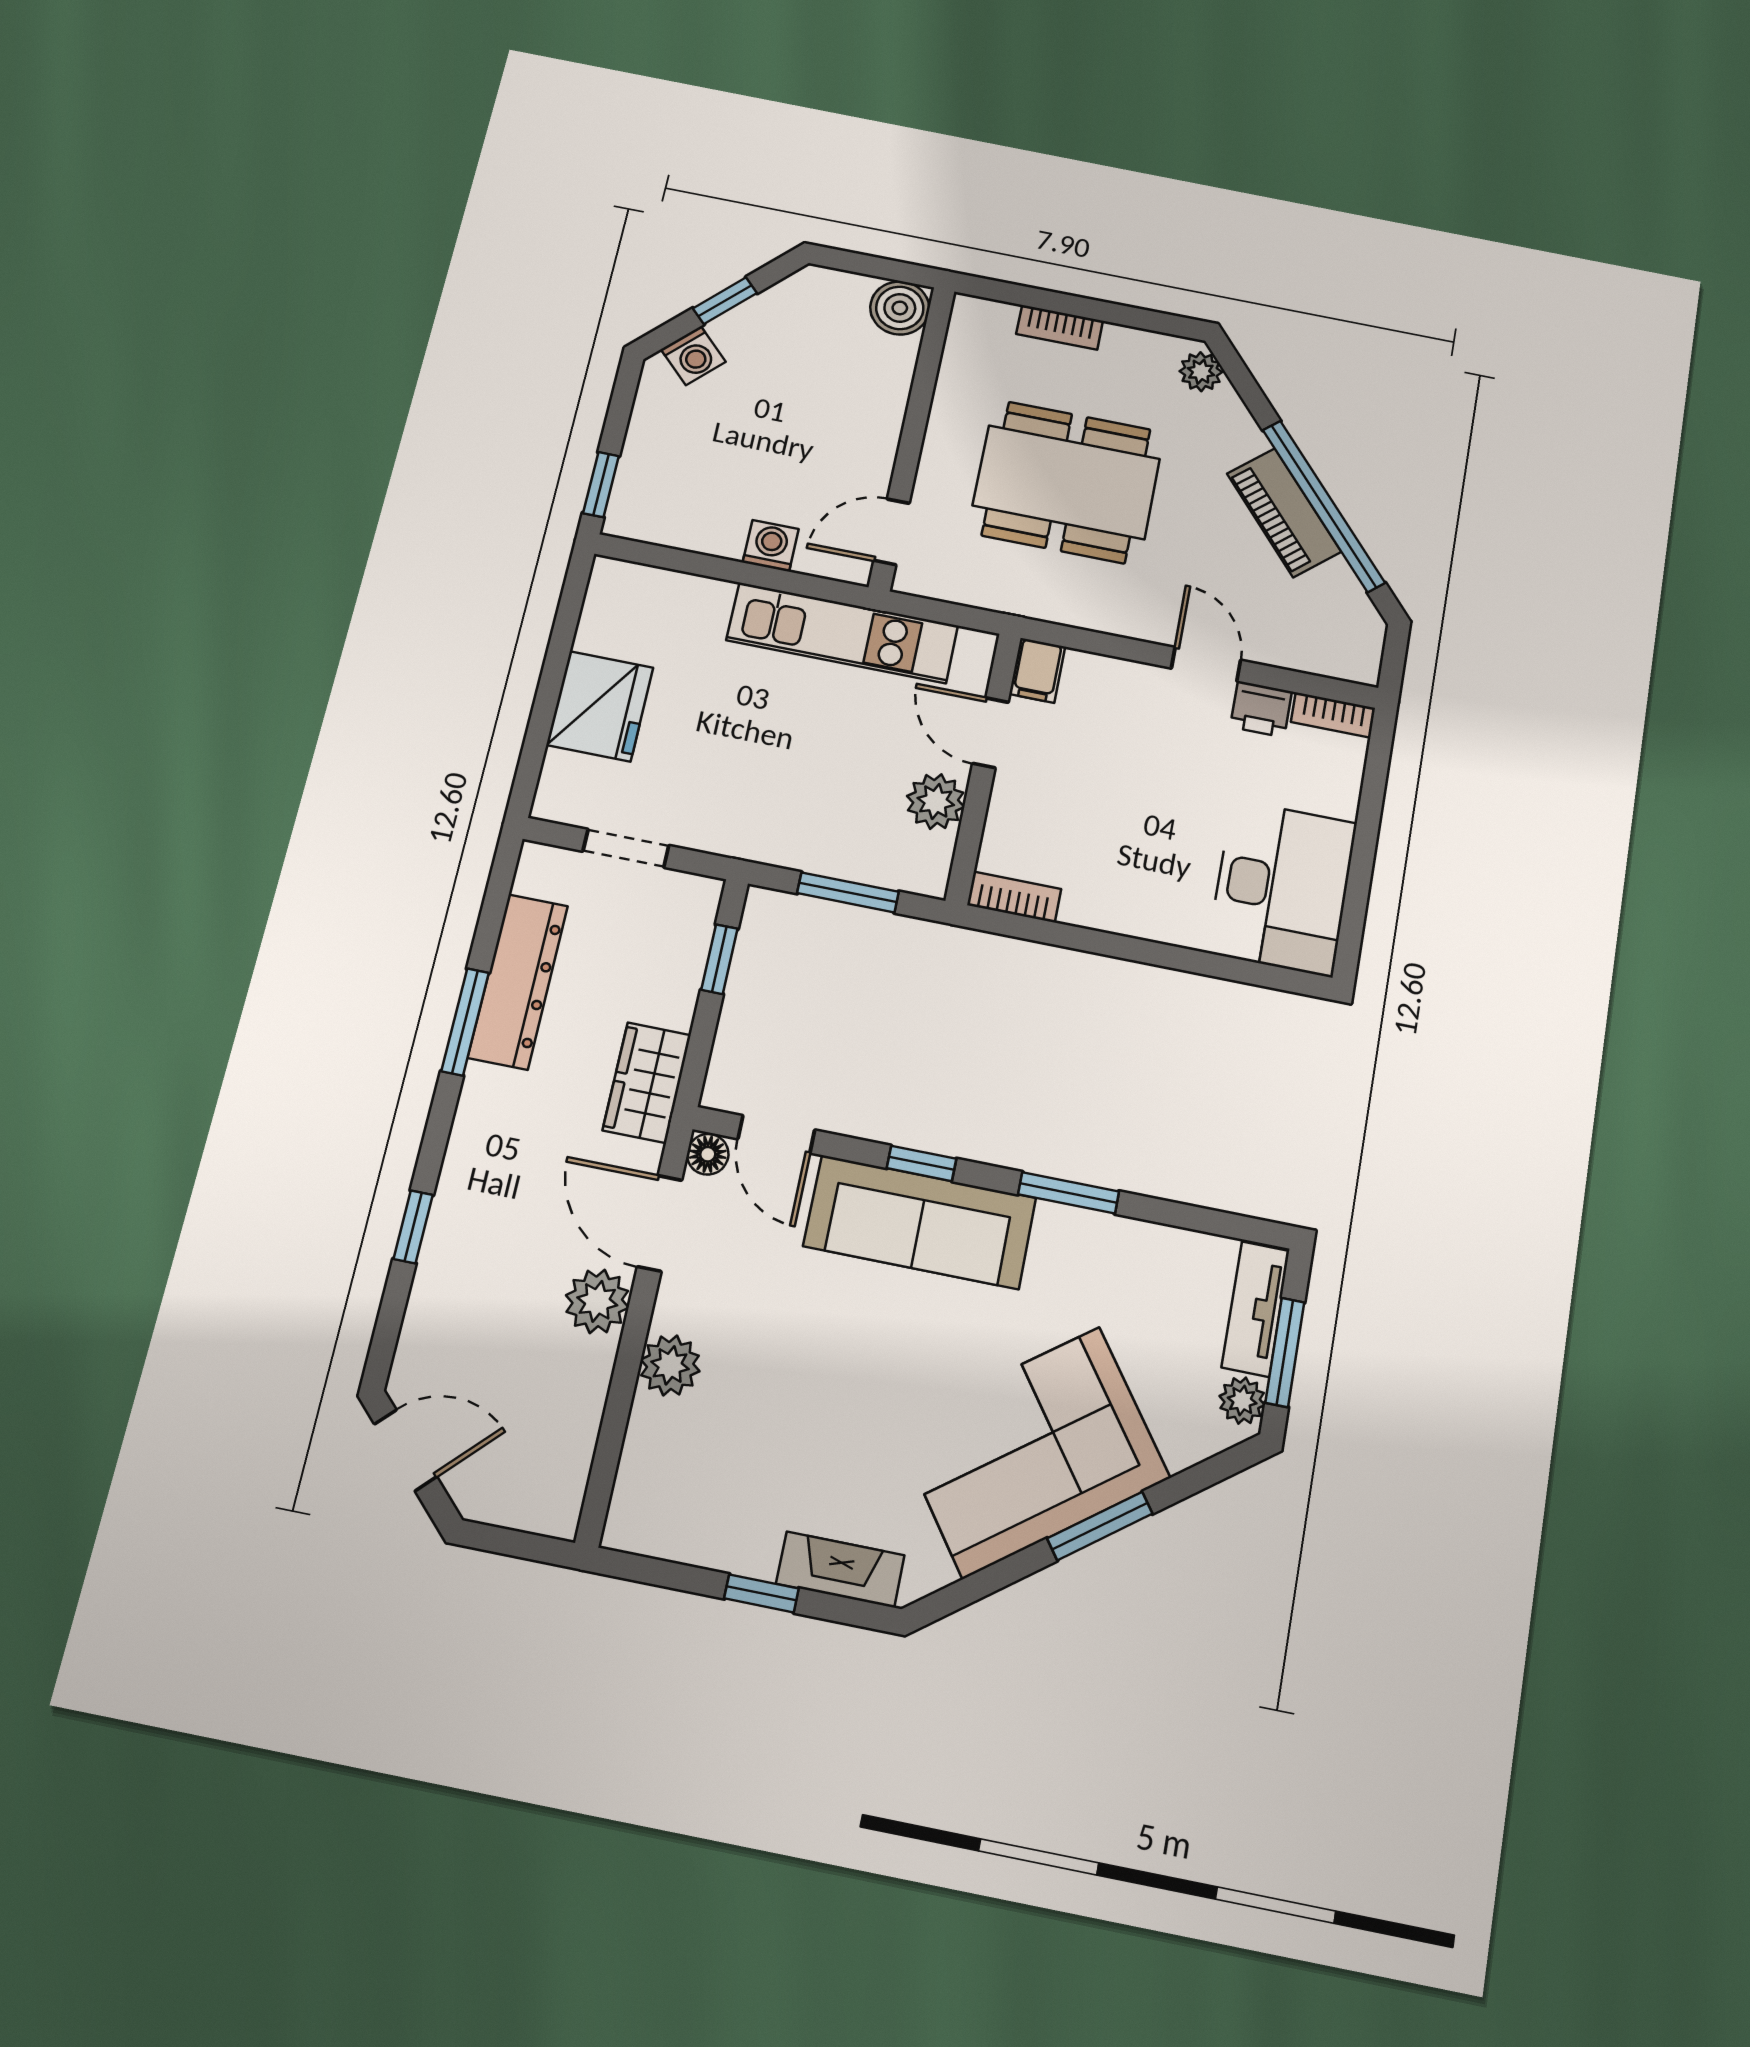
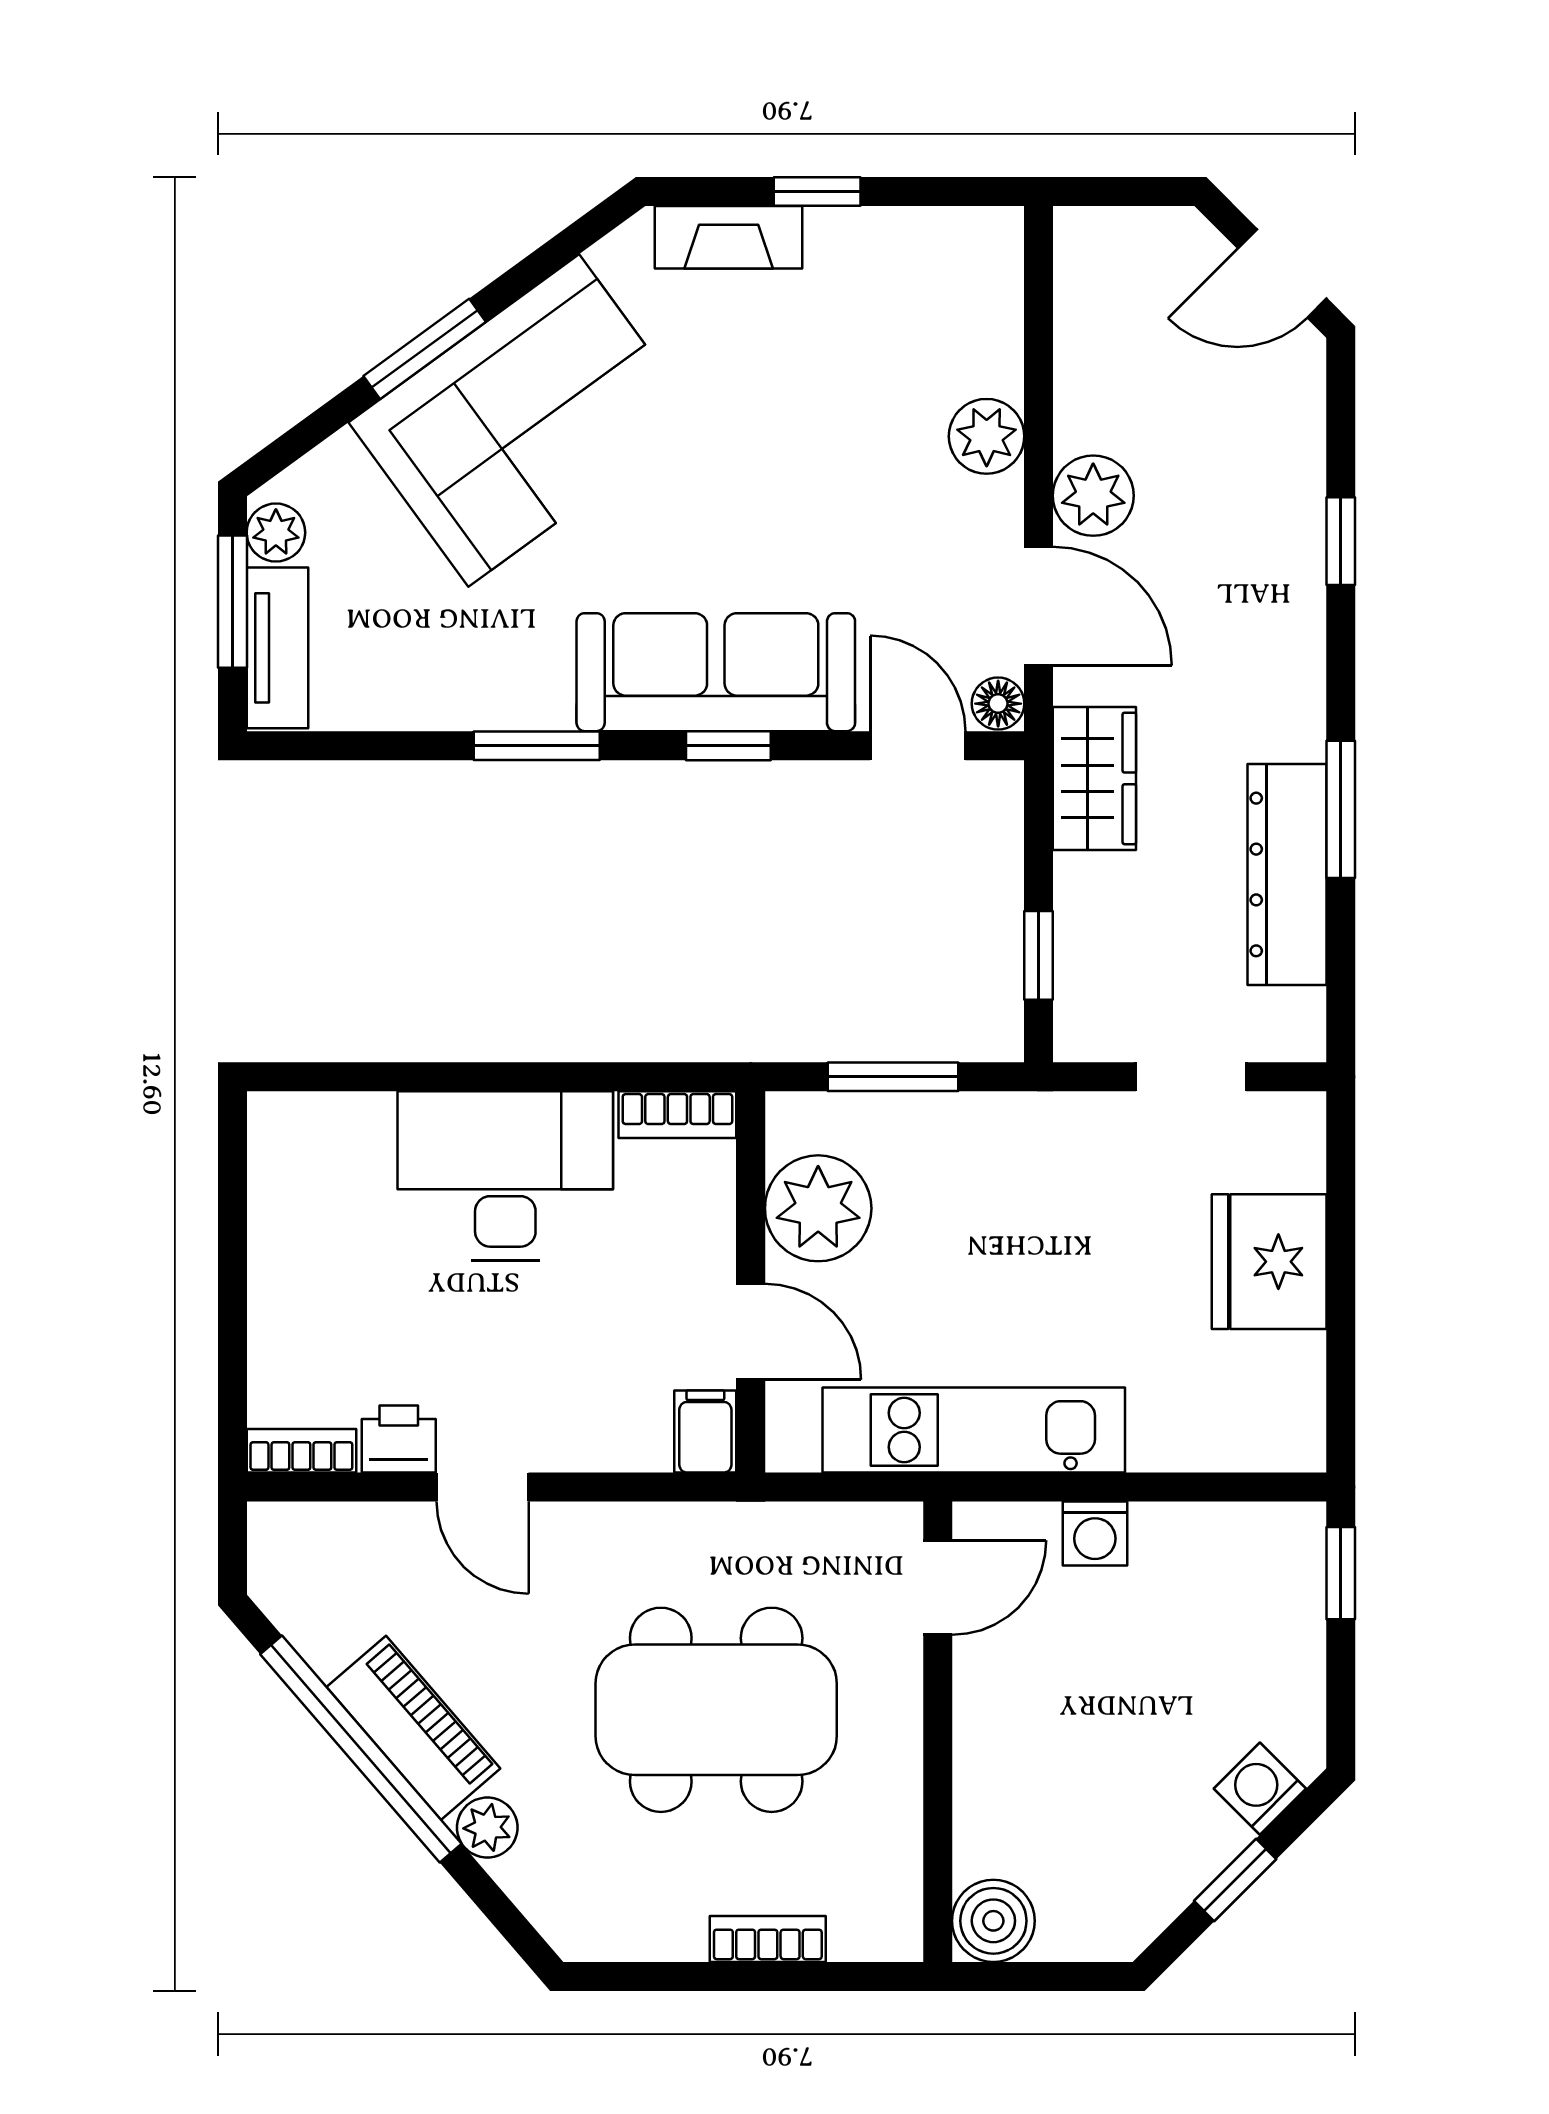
plant: (1201, 372) -> (487, 1828), moved
plant: (936, 801) -> (818, 1208), width x1.36, depth x1.36
desk: (1282, 888) -> (505, 1176), moved, turned 90

